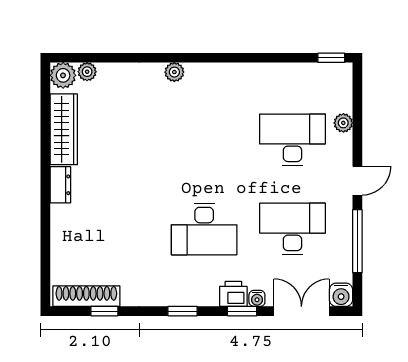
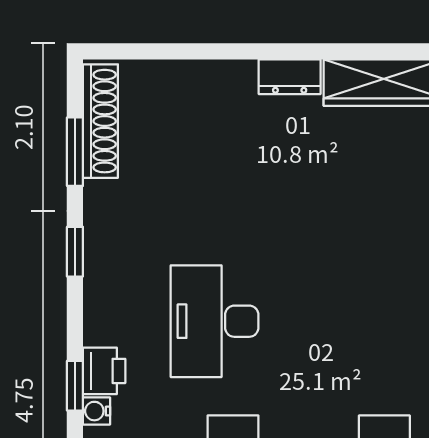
window: (104, 311) -> (75, 152), width x1.50
window: (183, 311) -> (75, 252), moved

